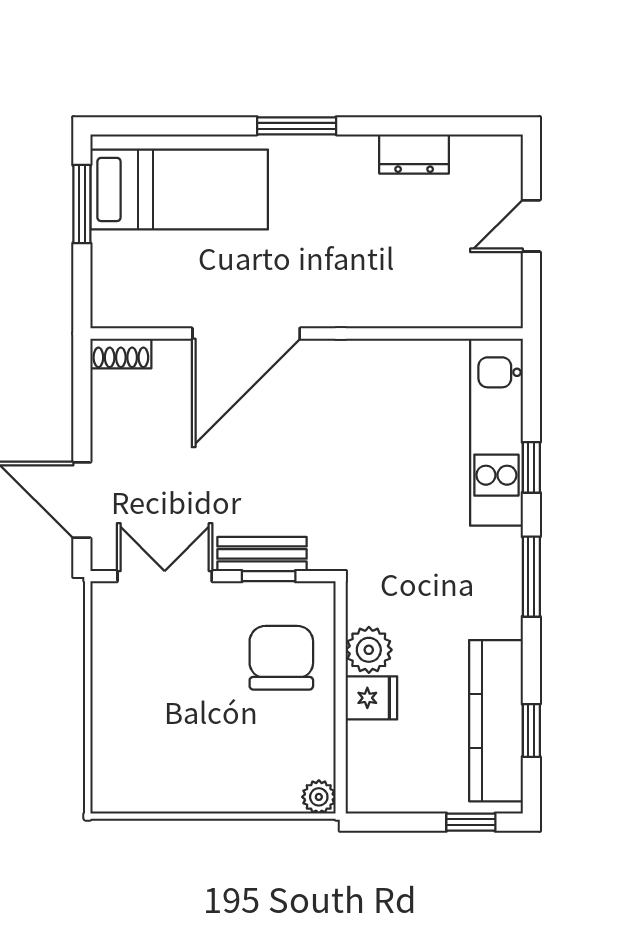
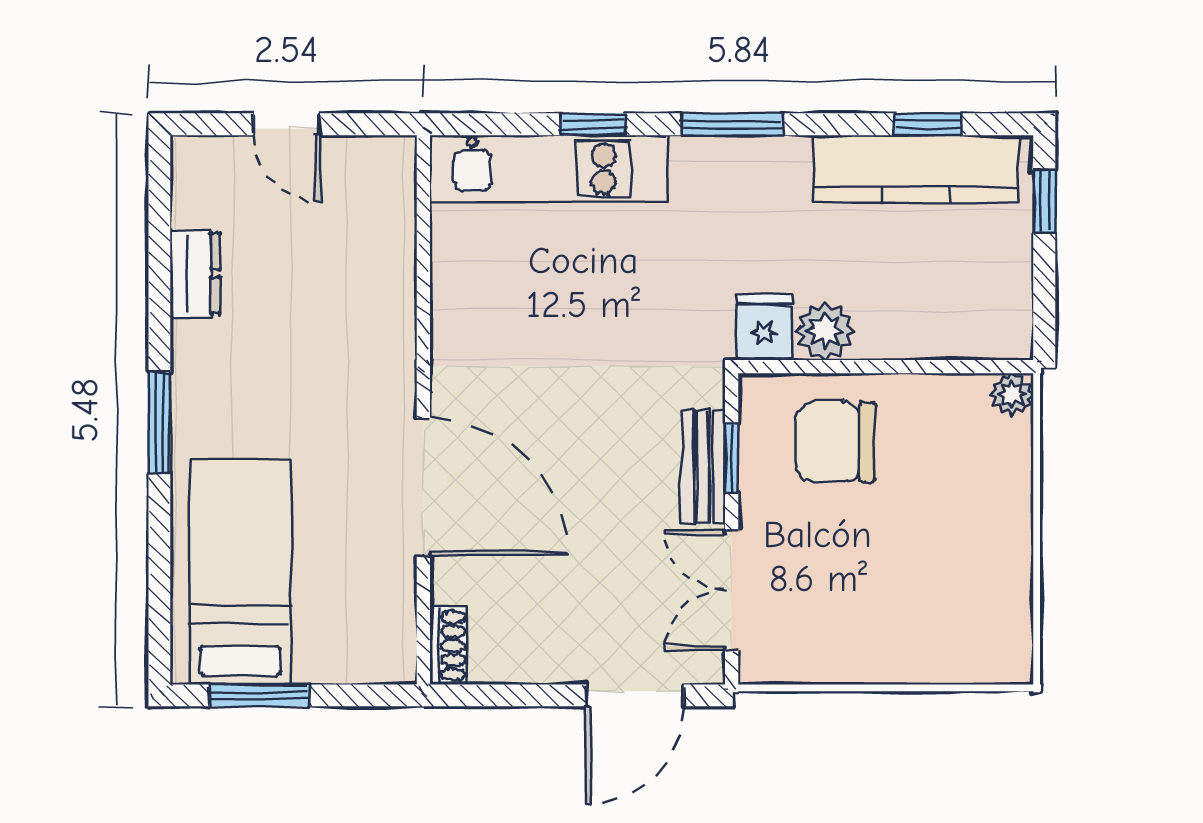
fridge: (371, 698) -> (764, 327), moved

